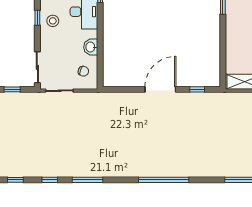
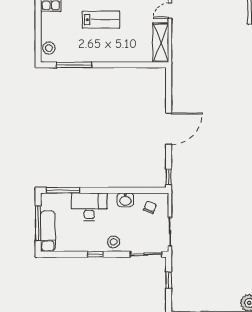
stool: (53, 21) -> (114, 242), moved
door: (160, 89) -> (169, 129), swing flipped
window: (197, 89) -> (169, 177), moved

